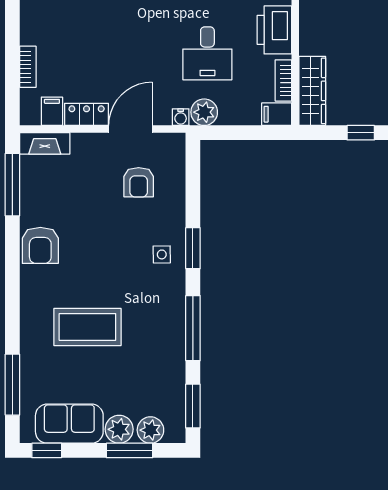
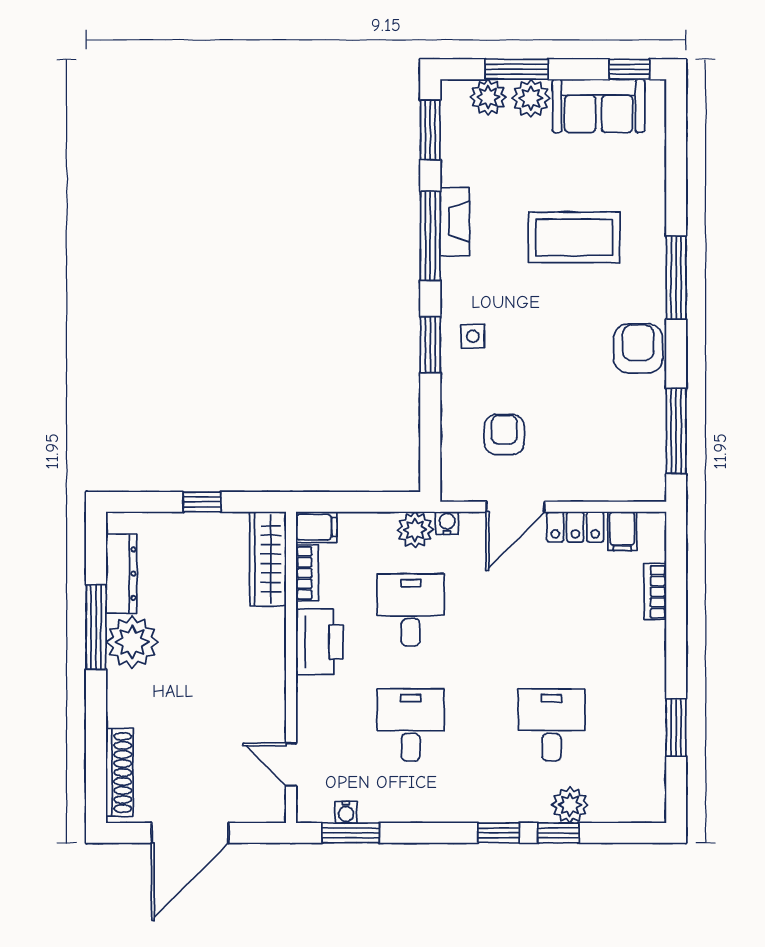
fireplace: (45, 143) -> (455, 222), moved, turned 90
window: (12, 385) -> (676, 278), moved

